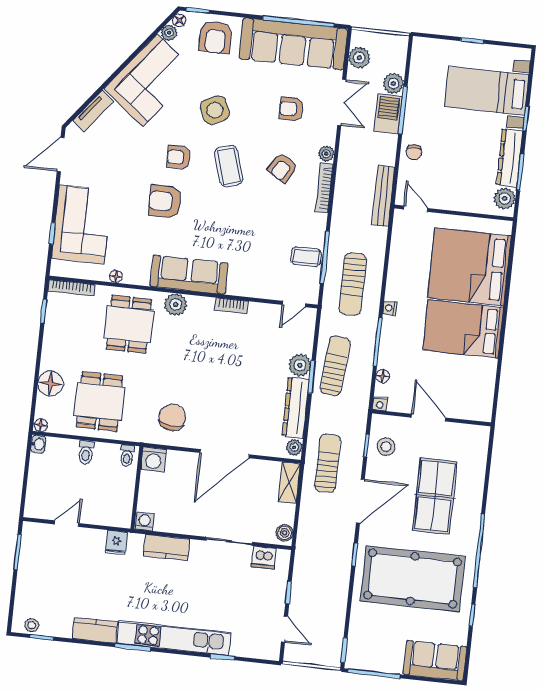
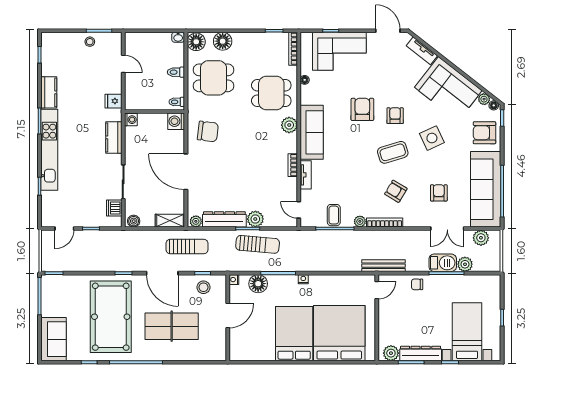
plant: (326, 154) -> (360, 221), moved
sun lounger: (353, 284) -> (318, 251), removed
tv unit: (247, 289) -> (306, 175), added
floor lamp: (383, 376) -> (258, 284), width x1.89, depth x1.89
floor lamp: (41, 425) -> (196, 42), width x1.89, depth x1.89
stool: (32, 625) -> (90, 42), moved

